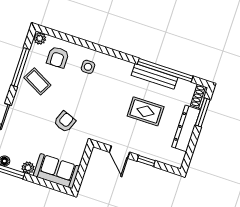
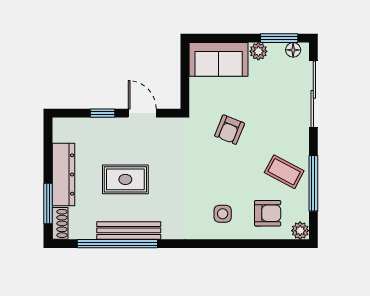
armchair: (58, 57) -> (268, 213), turned 90

